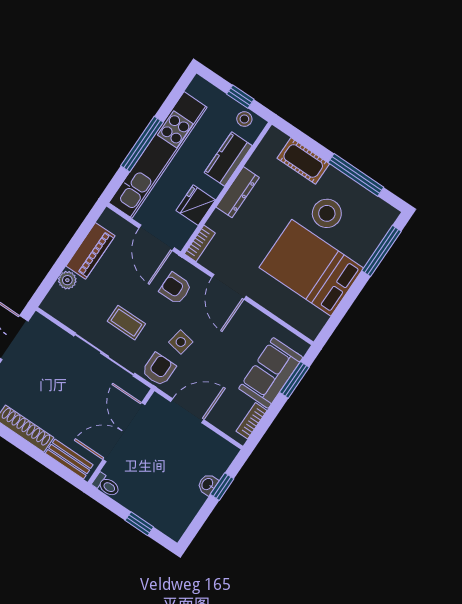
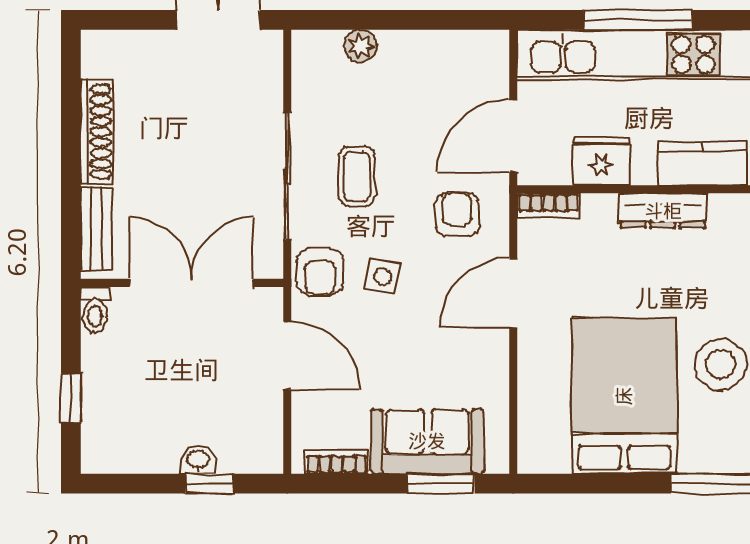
piano: (90, 251) -> (427, 51), removed
armchair: (159, 369) -> (320, 272), turned 90

